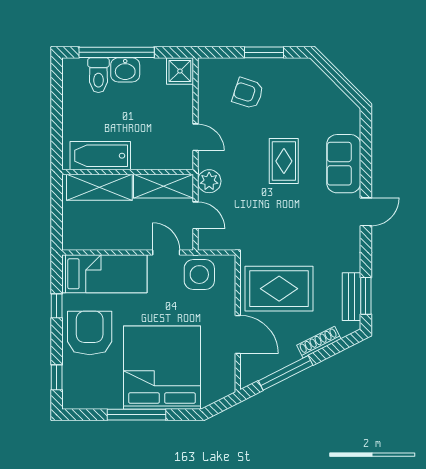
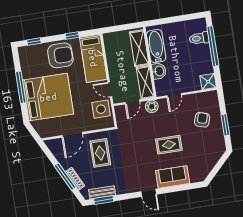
washbasin: (125, 70) -> (159, 71), moved, turned 180
door: (166, 253) -> (110, 89), swing flipped
rug: (279, 289) -> (100, 153), width x0.73, depth x0.70
window: (286, 373) -> (65, 177), moved

